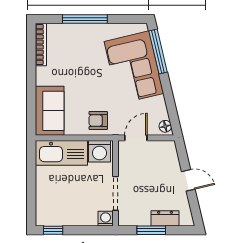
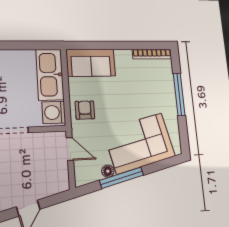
window: (158, 51) -> (122, 178), moved
floor lamp: (165, 126) -> (108, 171), moved

